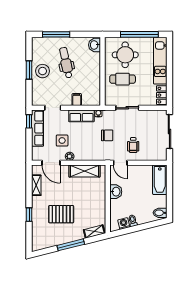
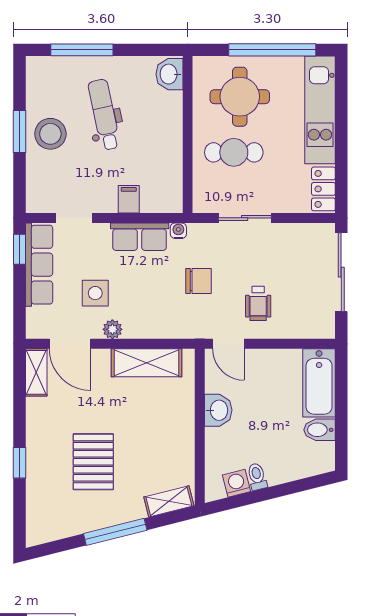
shelving: (36, 185) -> (36, 372), moved
bidet: (160, 213) -> (320, 430), moved
pallet: (61, 214) -> (93, 462), turned 90

